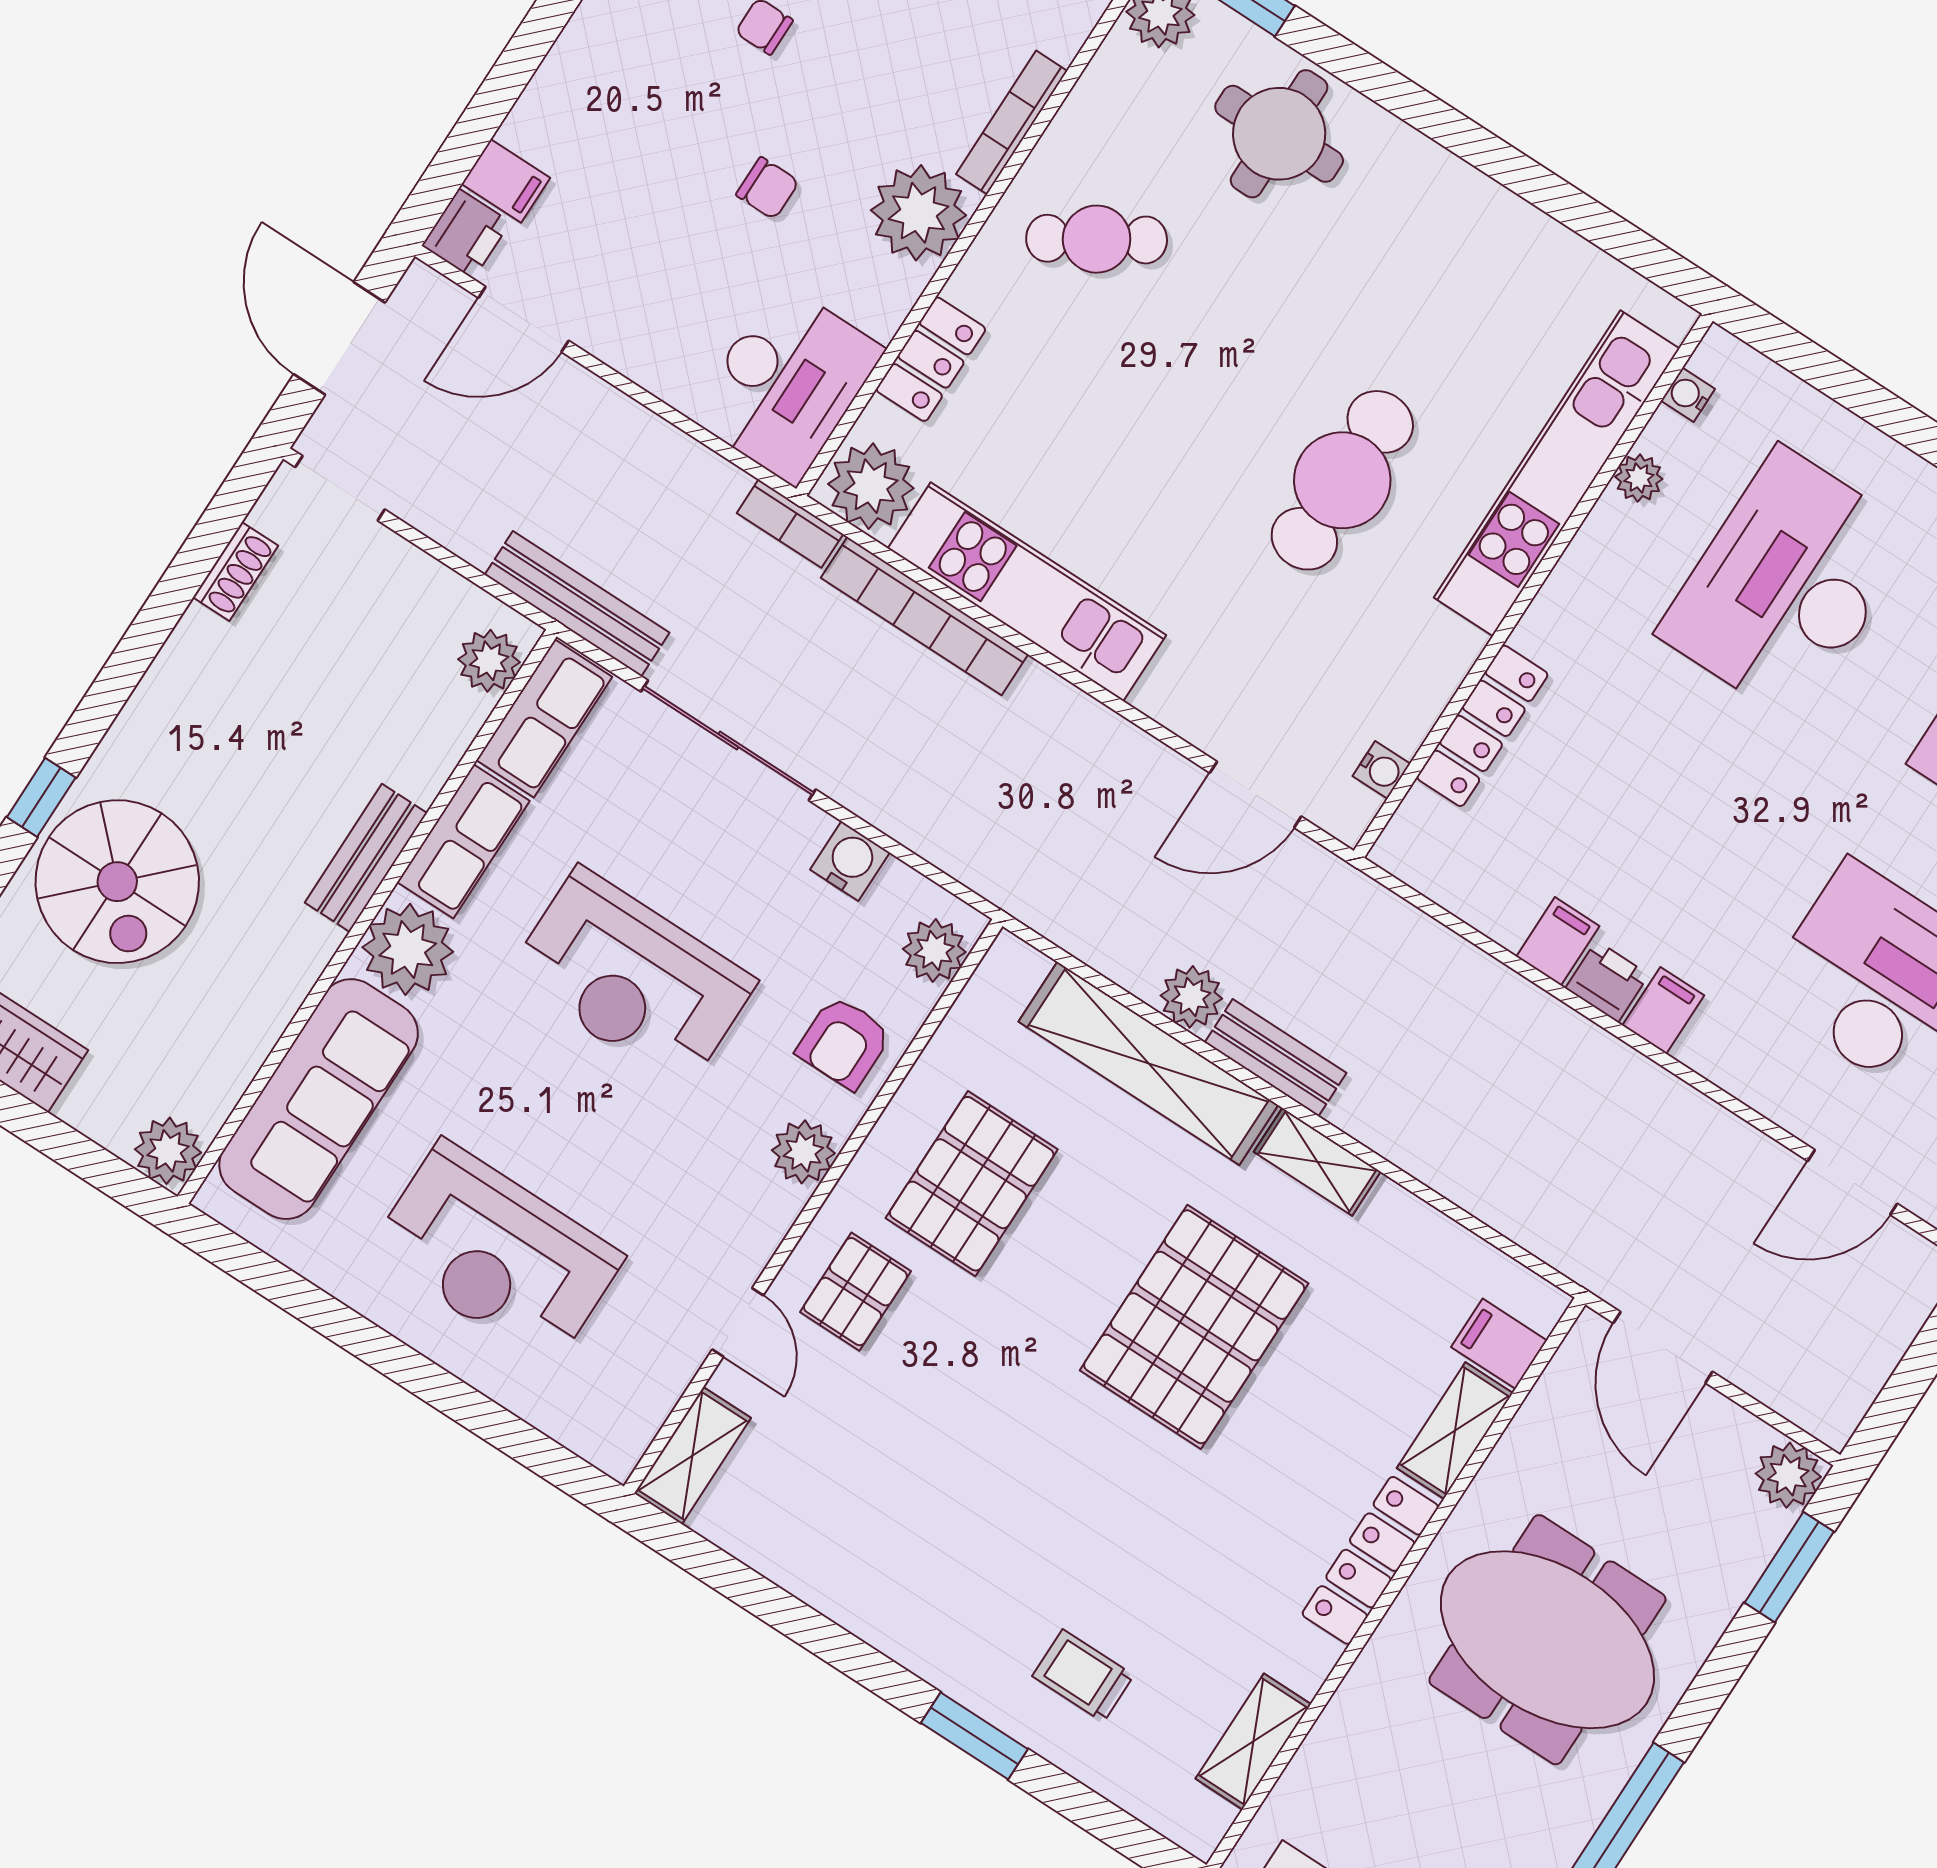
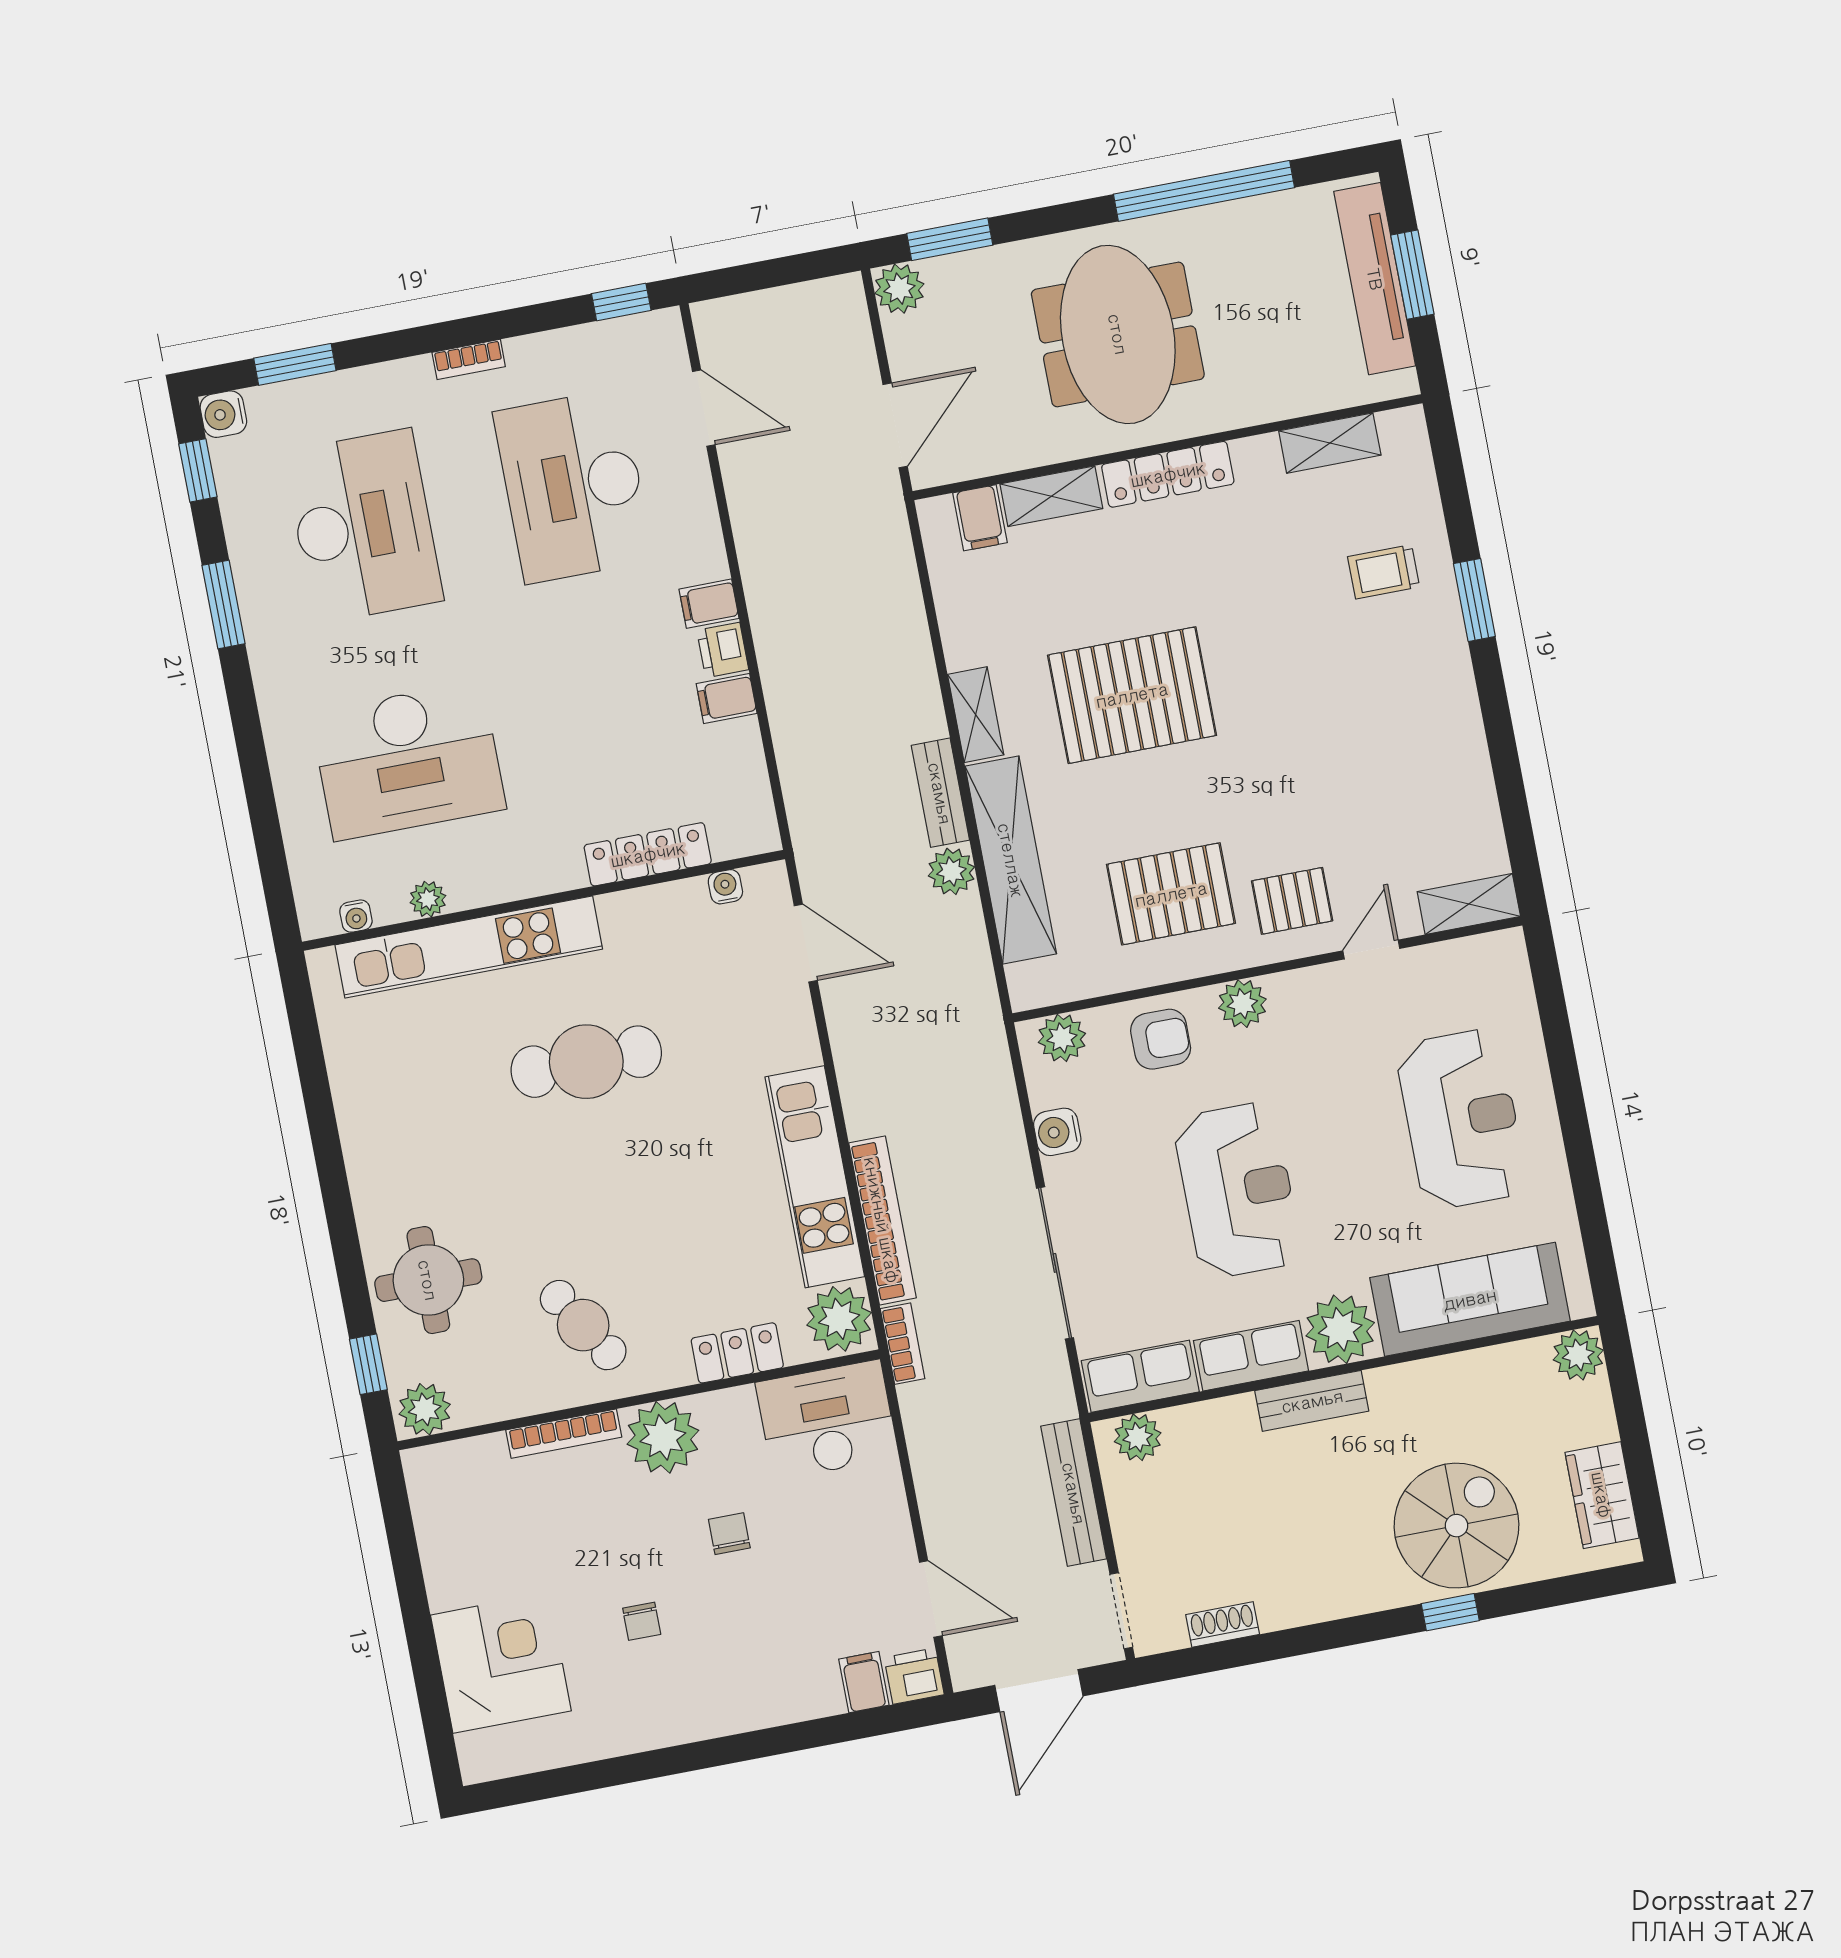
bench: (577, 604) -> (1074, 1493), moved
trolley: (1083, 1676) -> (1384, 572), turned 90

